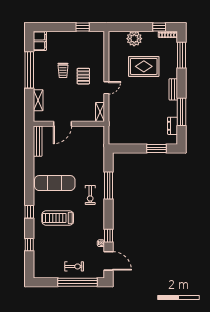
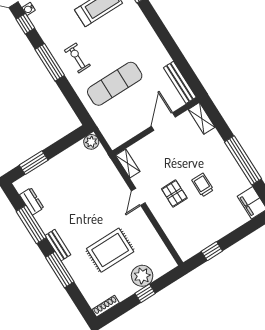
window: (159, 27) -> (145, 293), moved
window: (182, 55) -> (60, 270), moved
shelving: (38, 100) -> (202, 118), moved
plant: (114, 139) -> (91, 142), added
exercise mat: (55, 183) -> (115, 84), moved
window: (108, 185) -> (50, 62), moved

